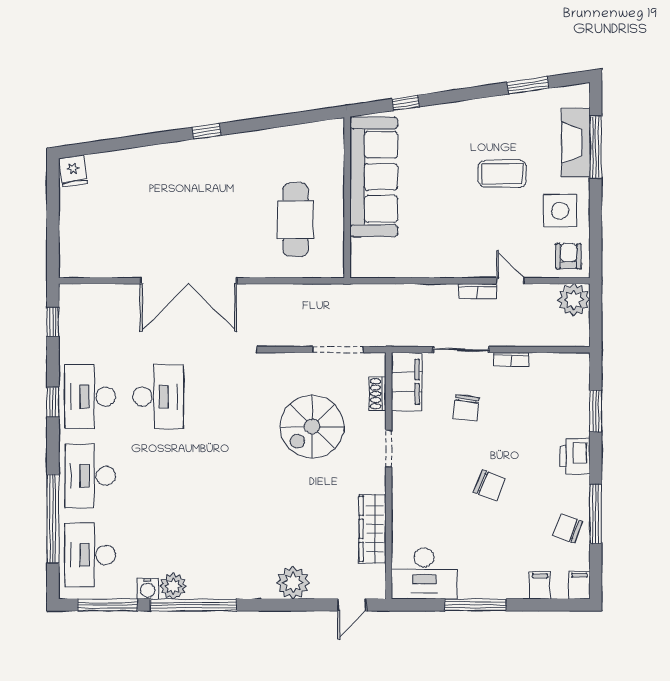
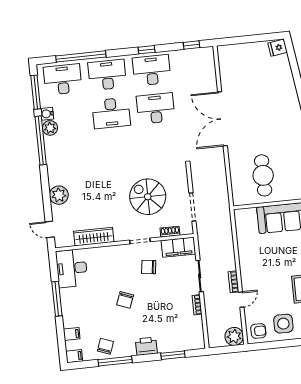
cafe table: (296, 220) -> (263, 175), turned 90
desk: (158, 397) -> (156, 108), turned 180
chair: (466, 408) -> (149, 267), moved
desk: (158, 476) -> (111, 113), added

